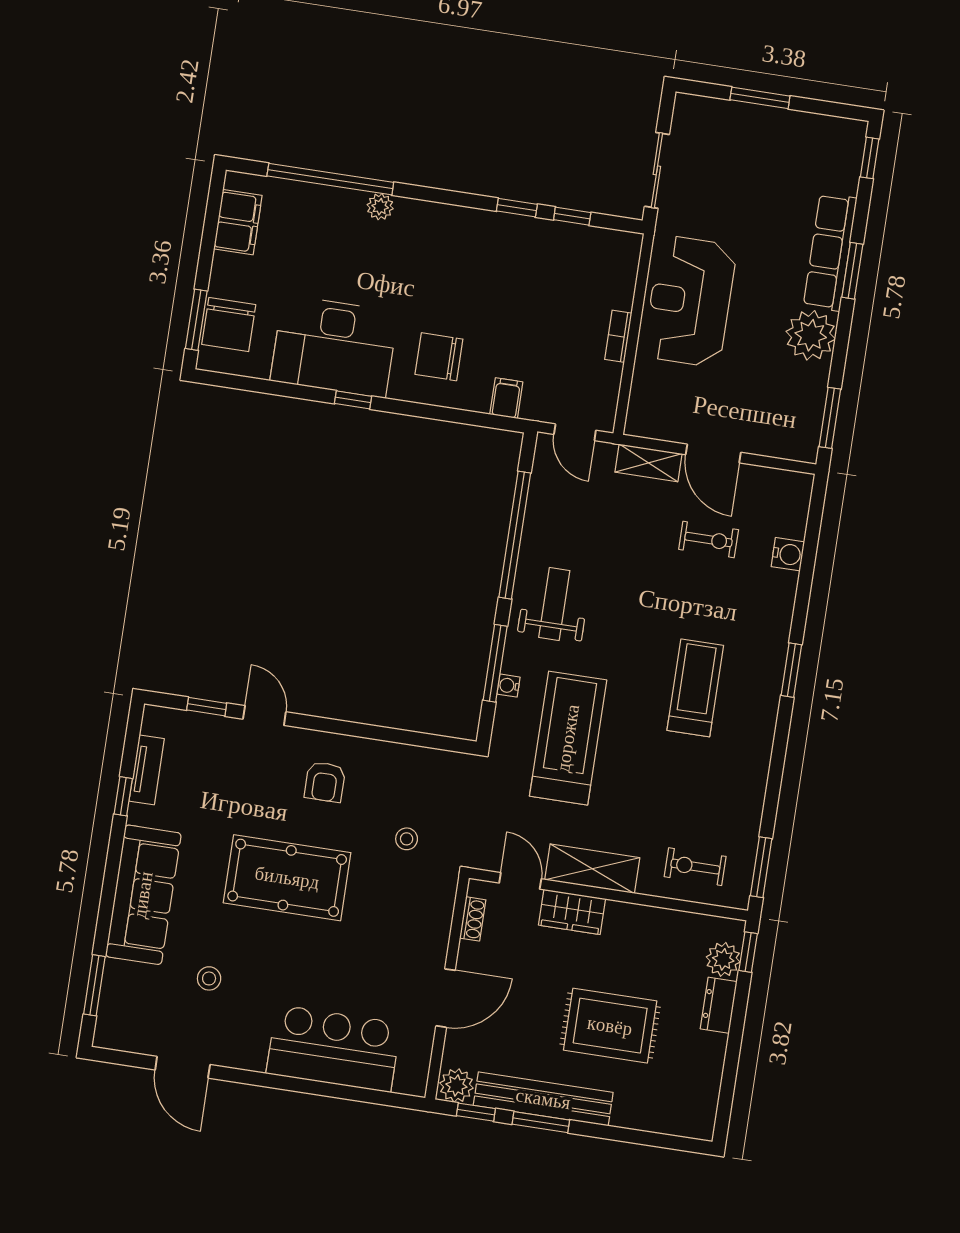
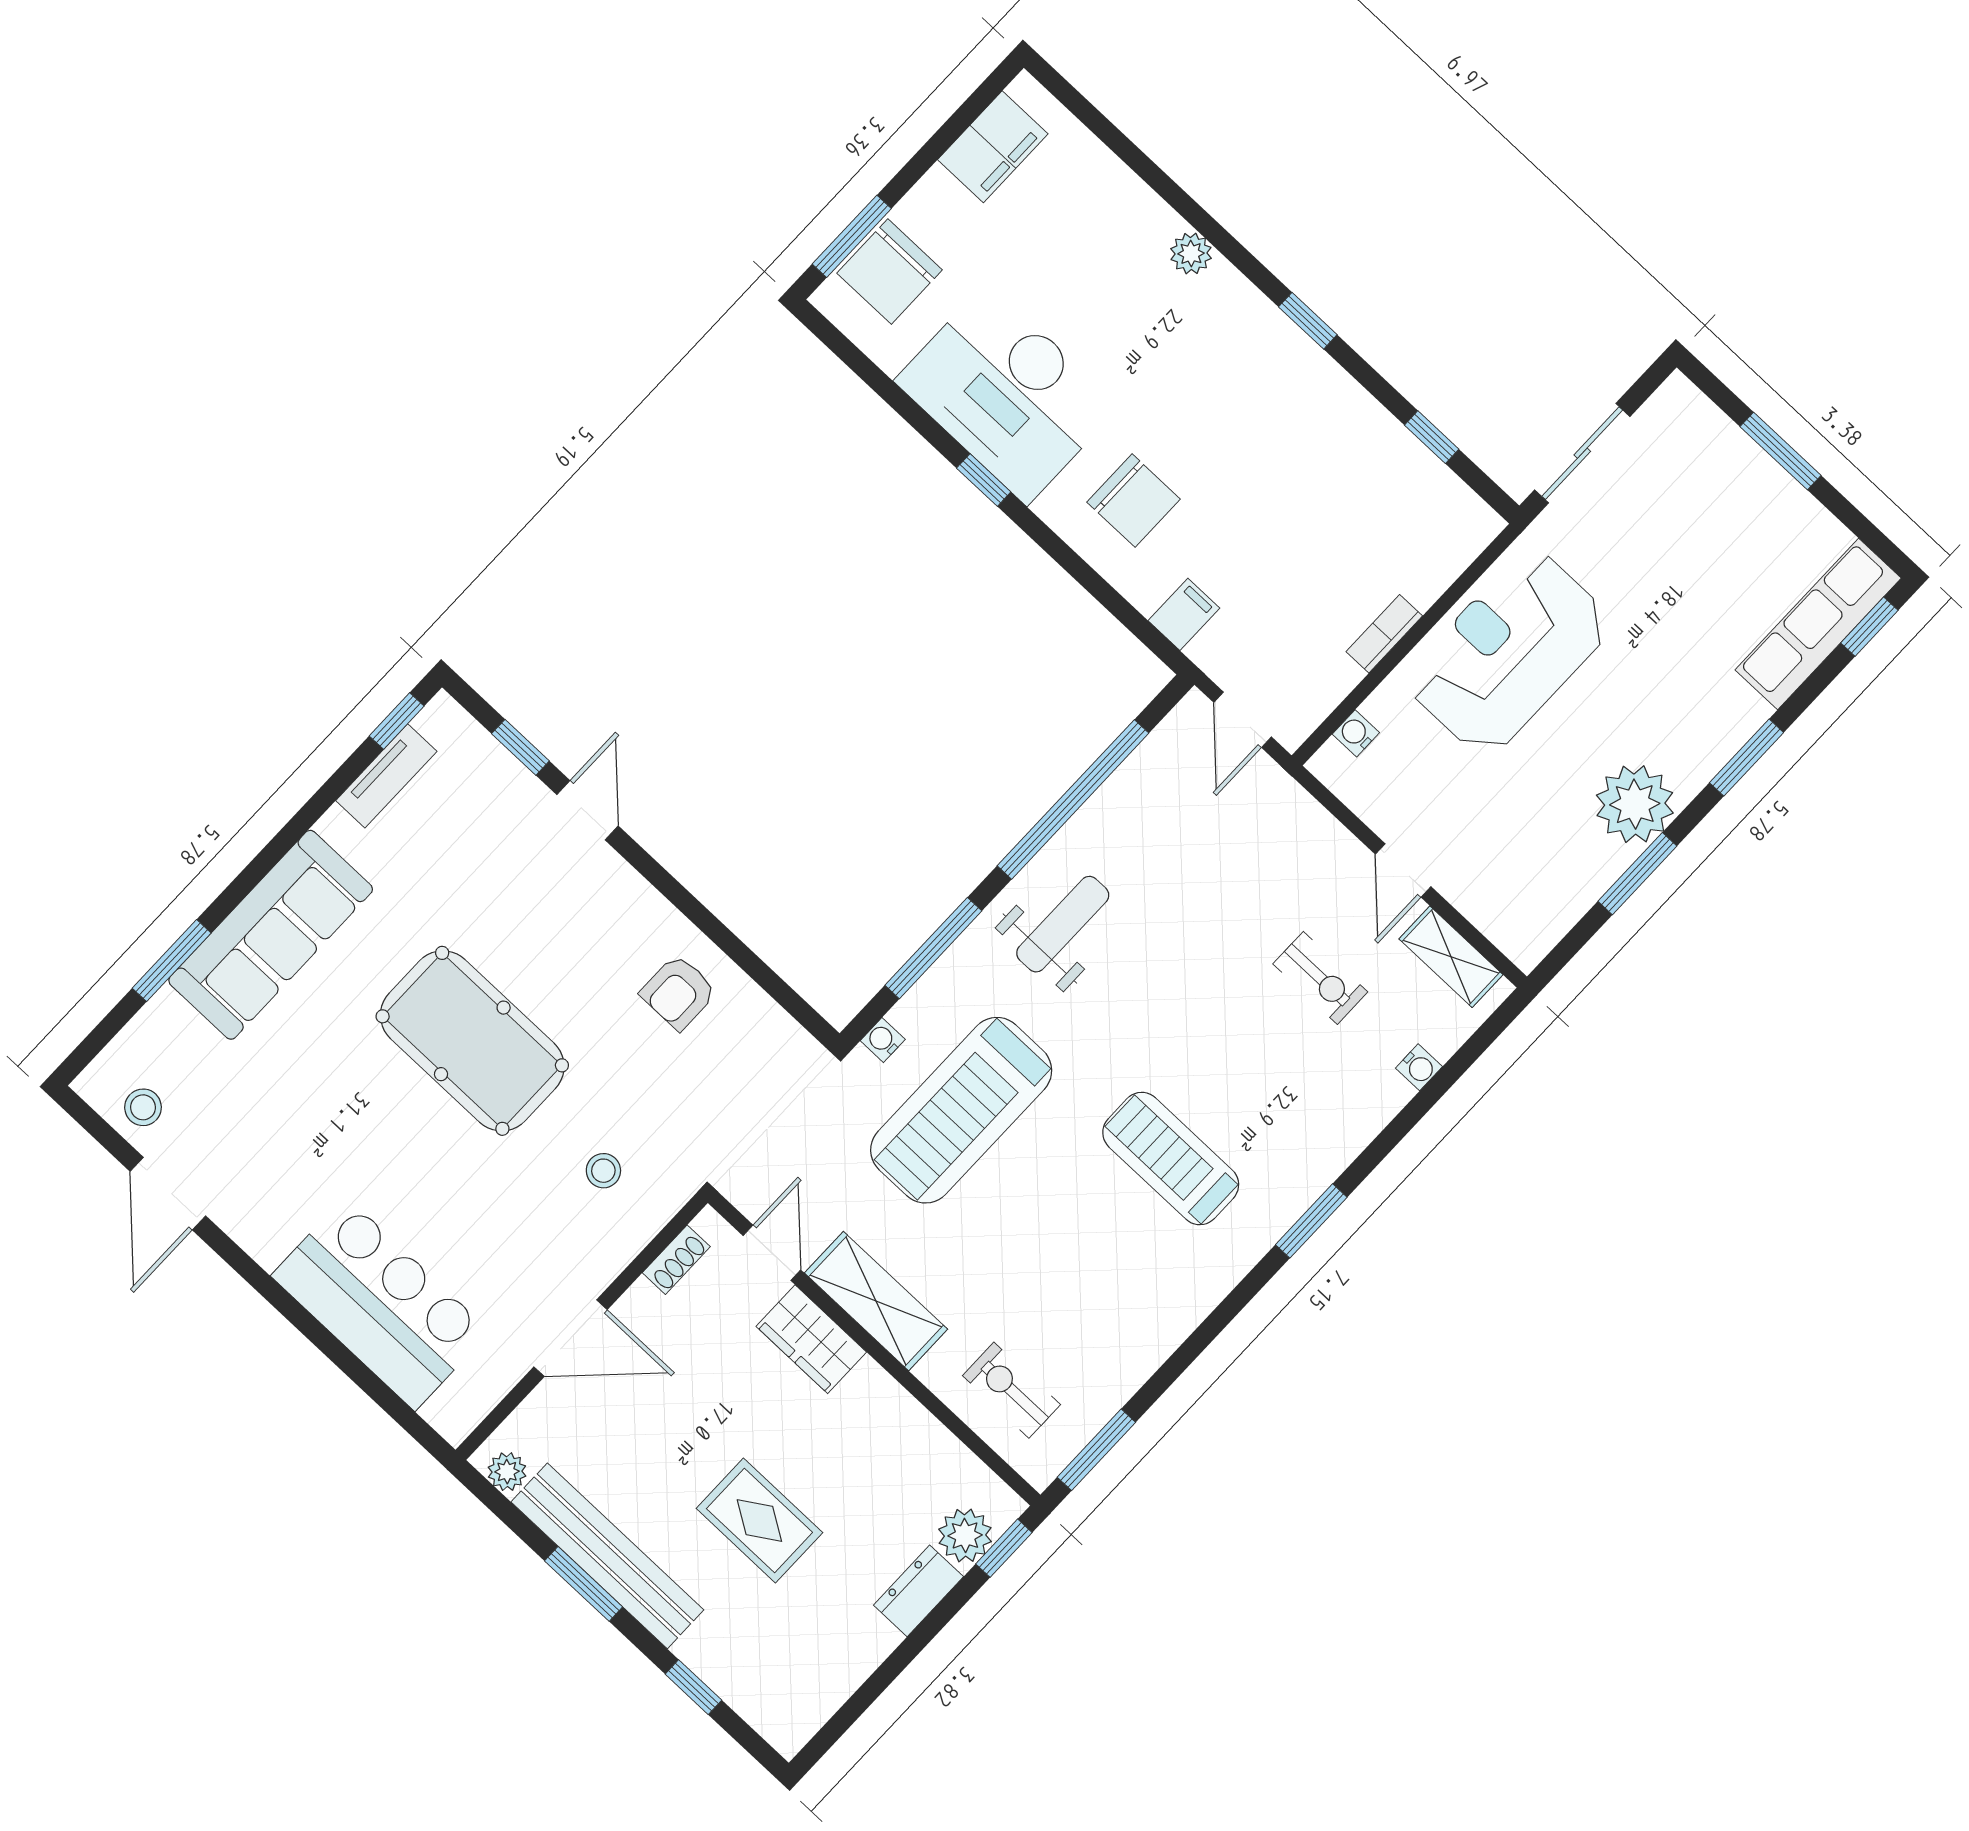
window: (330, 179) -> (1151, 173), removed
window: (517, 208) -> (1308, 321), moved
row of seats: (830, 252) -> (1818, 624), moved
chair: (439, 357) -> (1134, 501), turned 180
water cooler: (639, 399) -> (1356, 733), added
window: (830, 418) -> (1637, 874), moved
door: (713, 453) -> (1403, 870), width x0.73
shelving: (649, 463) -> (1451, 957), moved
water cooler: (788, 554) -> (1419, 1067), width x0.72, depth x0.72
water cooler: (508, 686) -> (883, 1040), moved
treadmill: (695, 688) -> (1171, 1159), turned -90
treadmill: (568, 738) -> (961, 1110), turned 180
armchair: (325, 782) -> (679, 992), moved
window: (123, 796) -> (397, 721), moved
stool: (407, 839) -> (603, 1171), moved
stool: (209, 978) -> (143, 1107), moved
window: (94, 985) -> (172, 961), moved
rug: (610, 1026) -> (759, 1521), width x0.73, depth x0.70
plant: (456, 1086) -> (507, 1472), width x0.73, depth x0.73
window: (476, 1112) -> (693, 1687), moved

